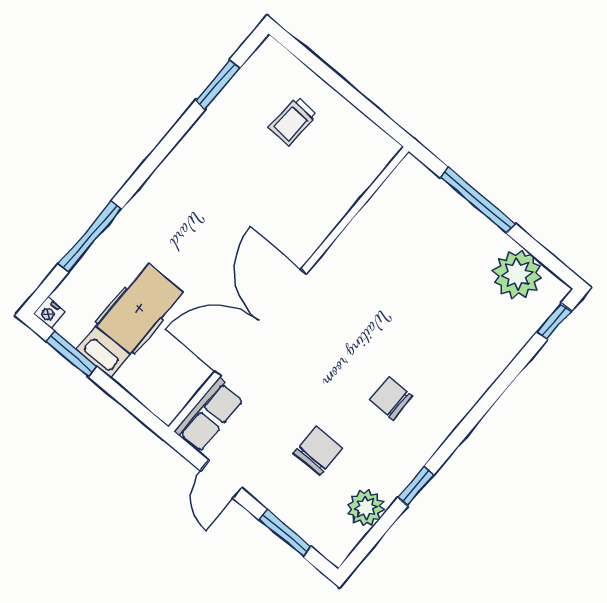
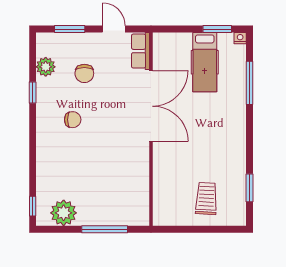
trolley: (293, 121) -> (206, 199), width x1.36, depth x1.39

